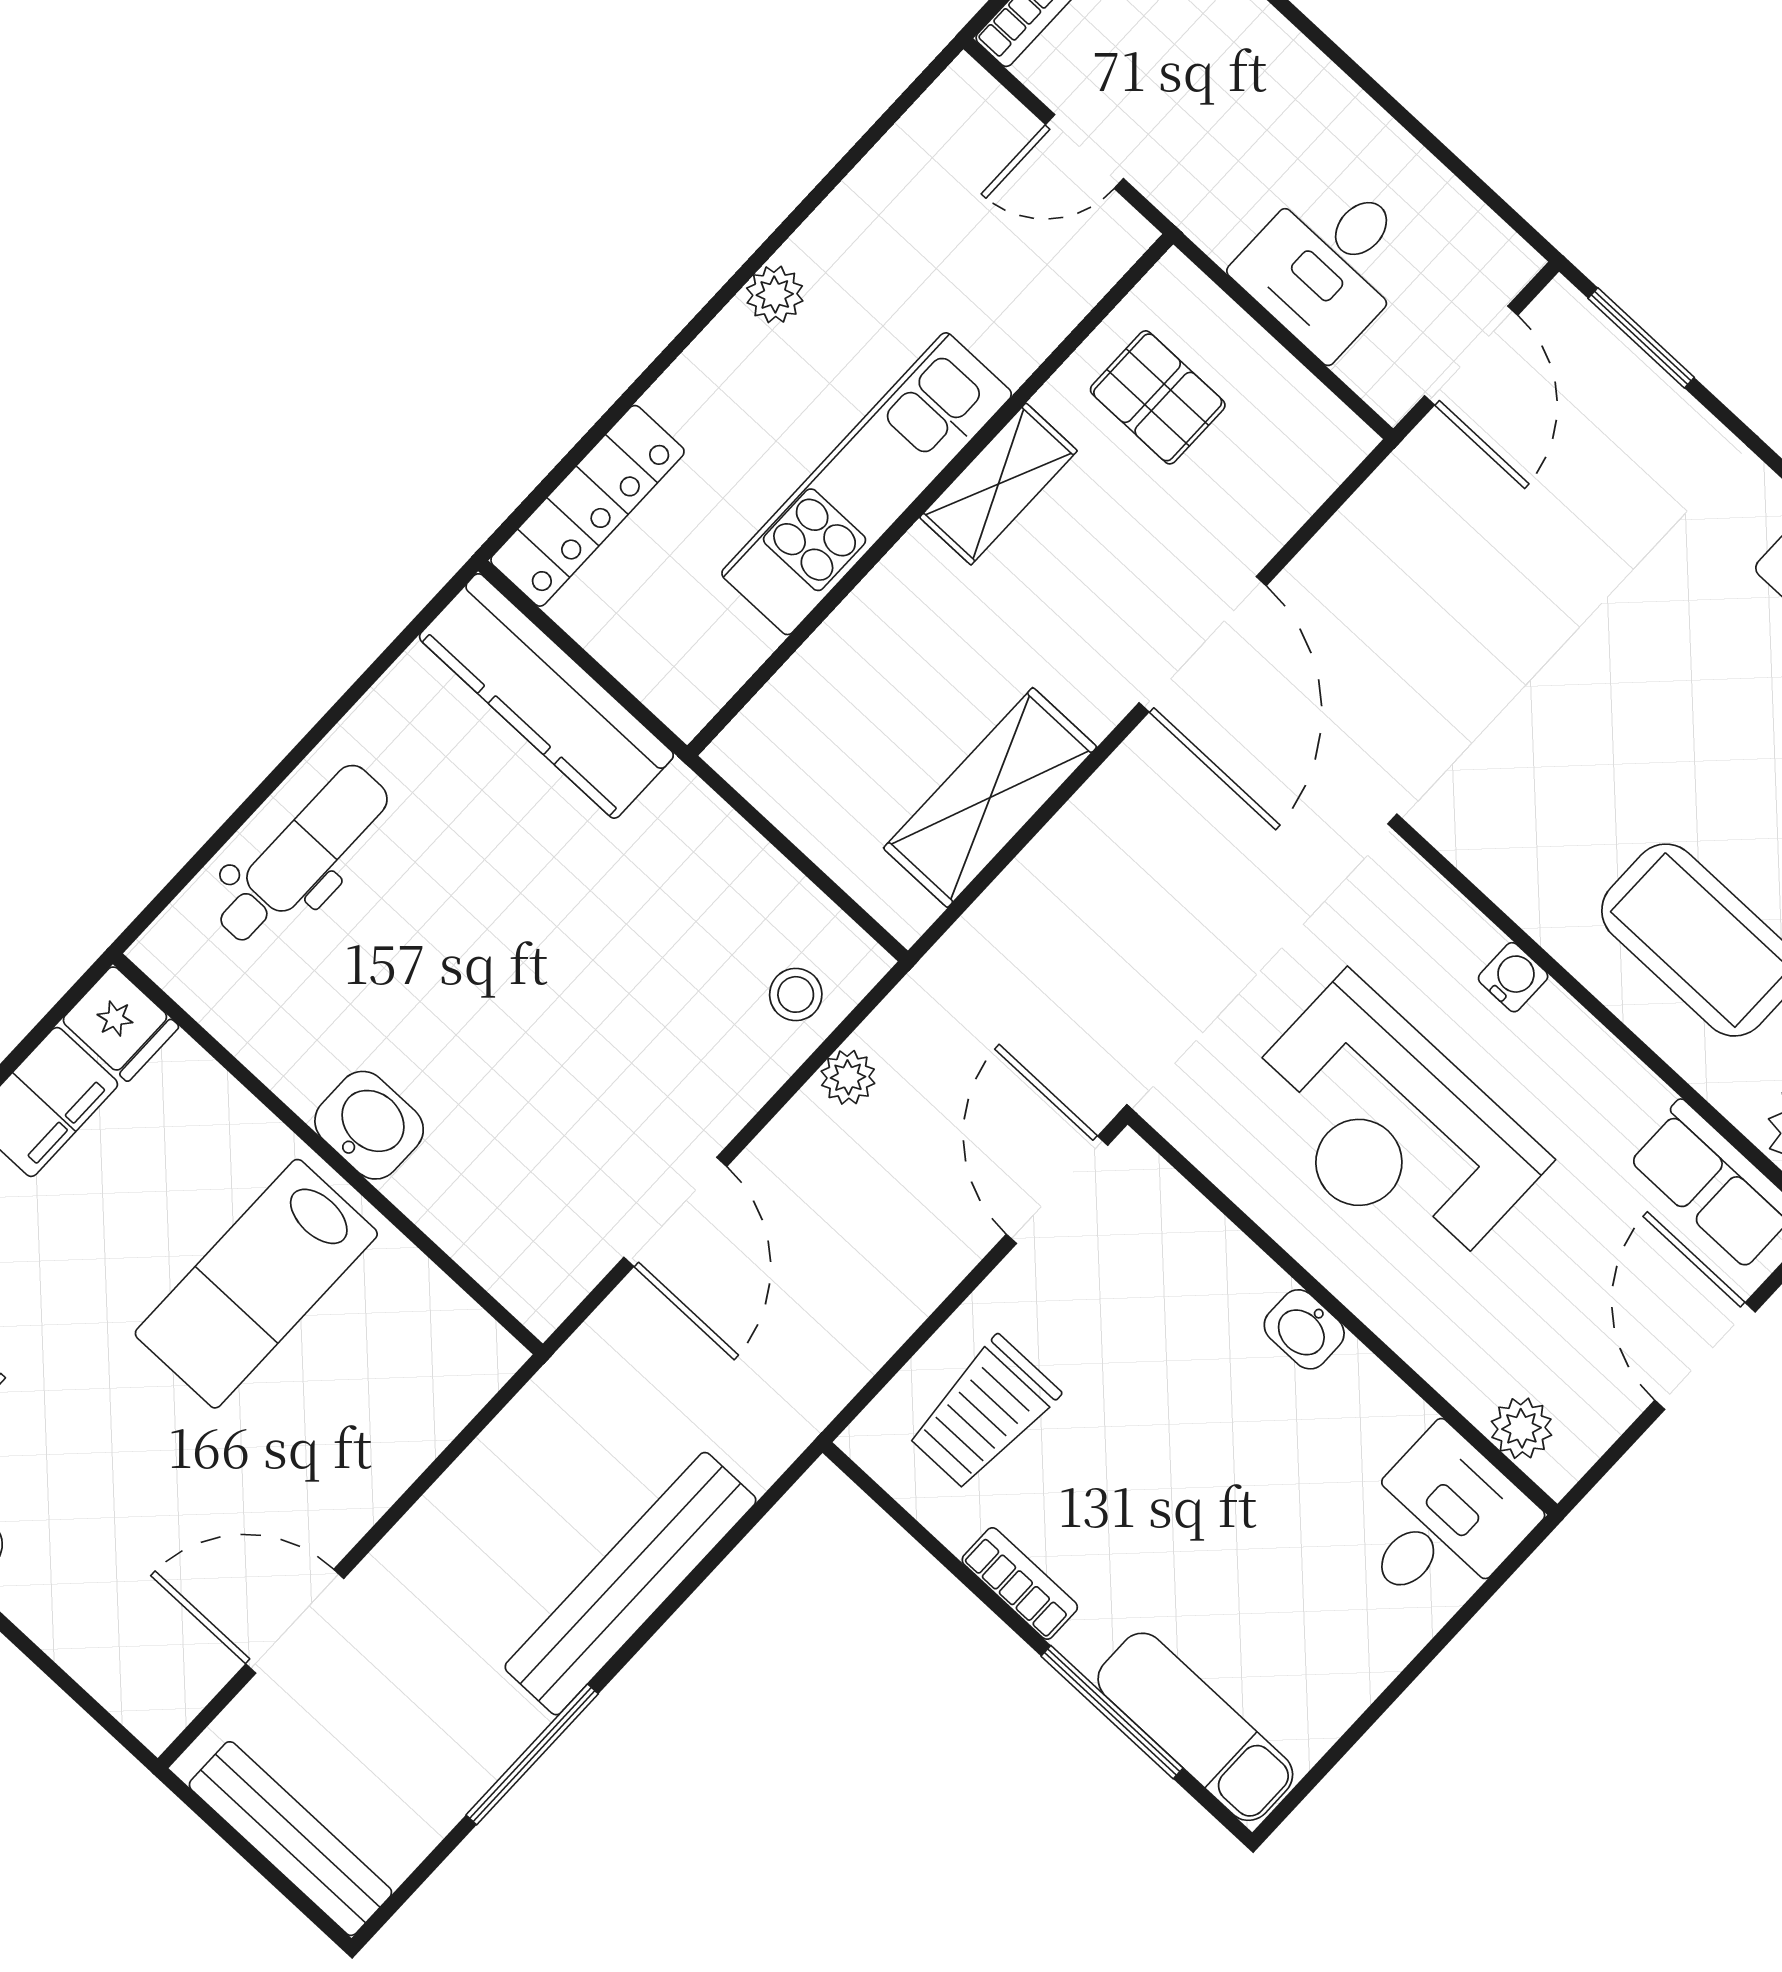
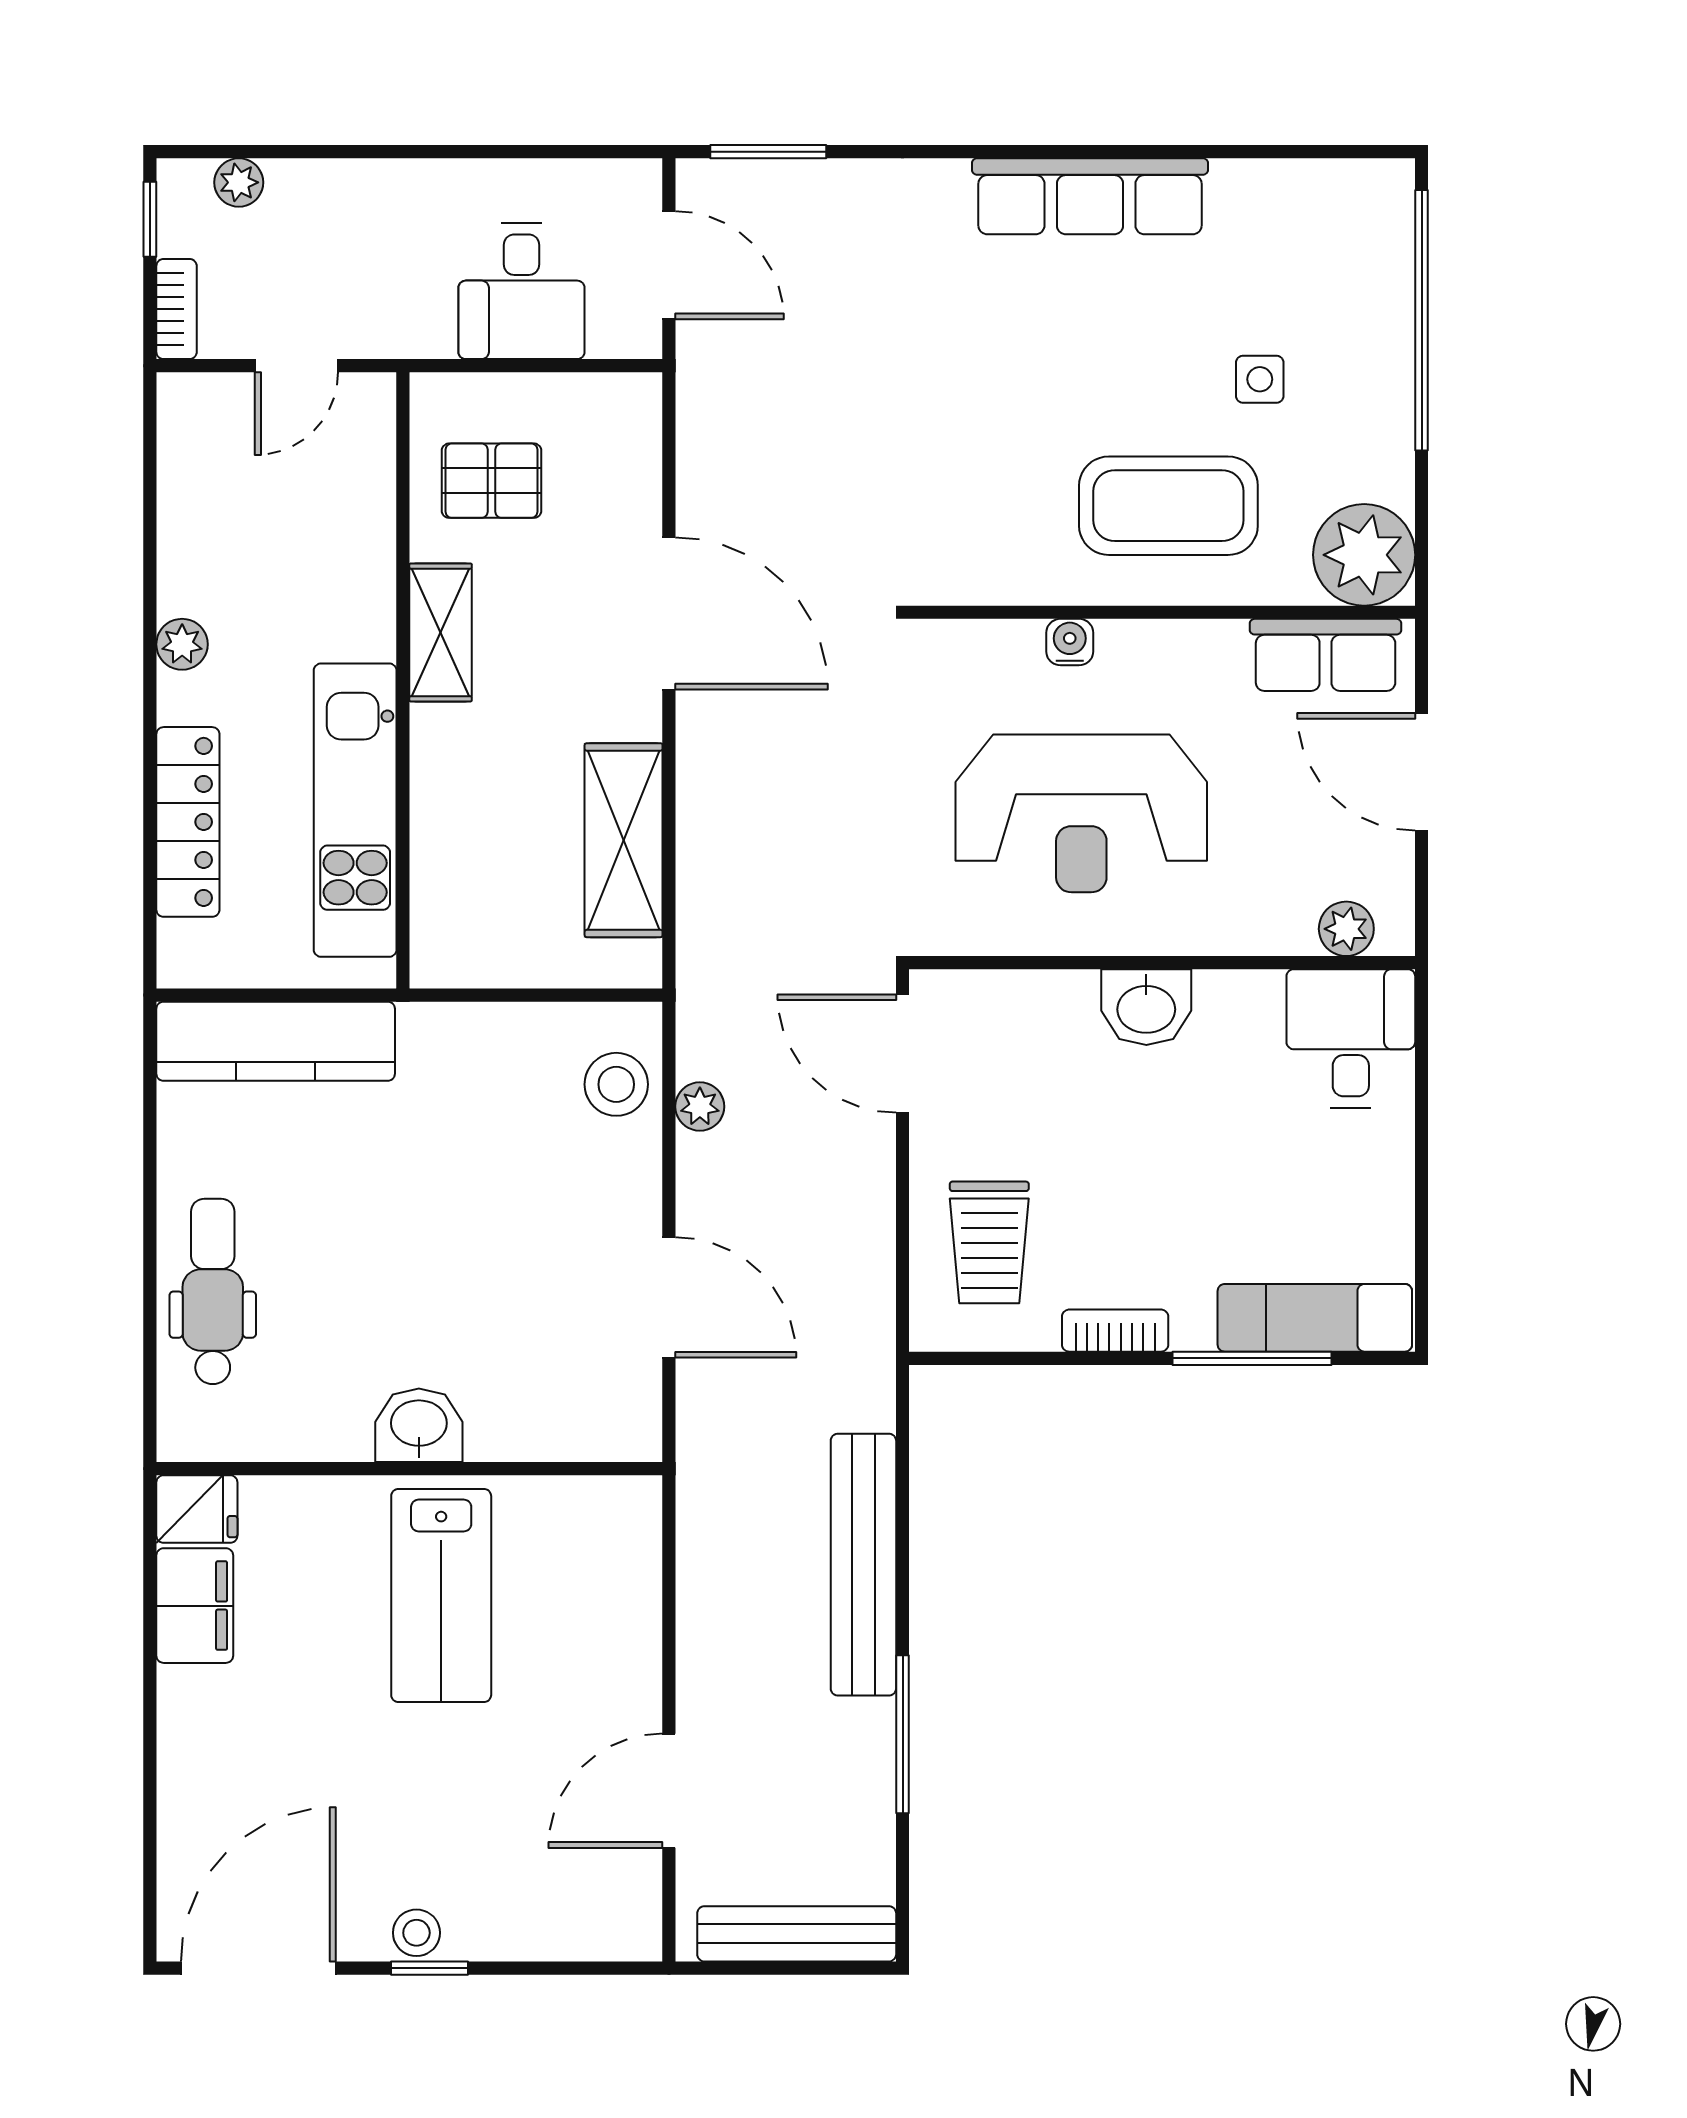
kitchen unit: (867, 484) -> (355, 810), moved
locker: (587, 506) -> (188, 822), moved
stool: (796, 994) -> (616, 1084), width x1.37, depth x1.37
washbasin: (1304, 1329) -> (1146, 1007), width x1.38, depth x1.45

